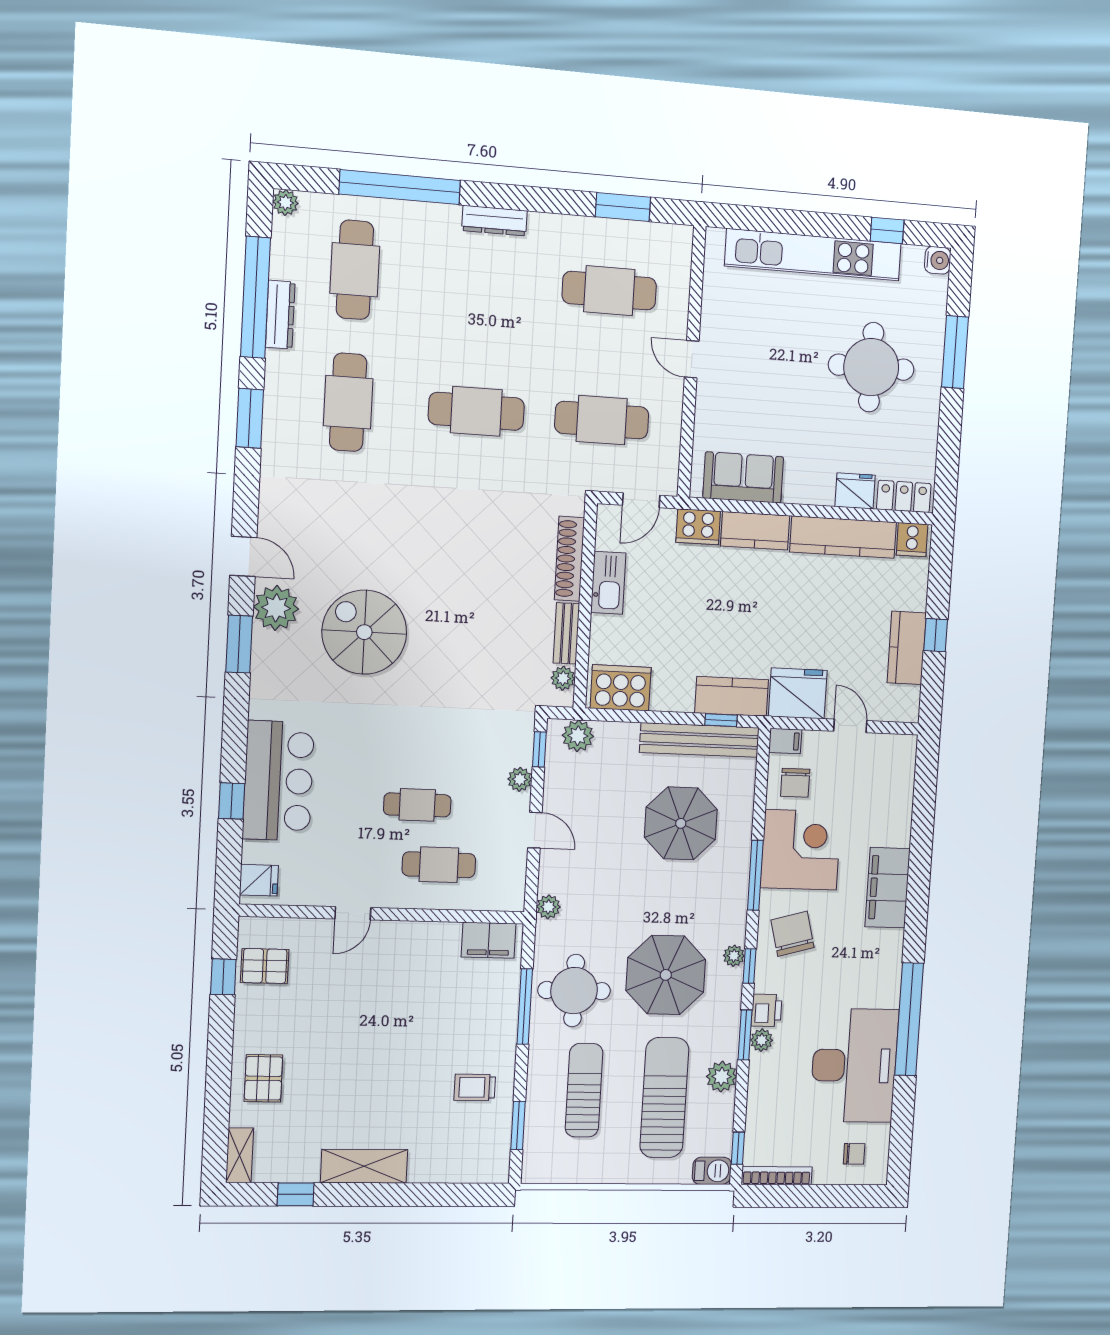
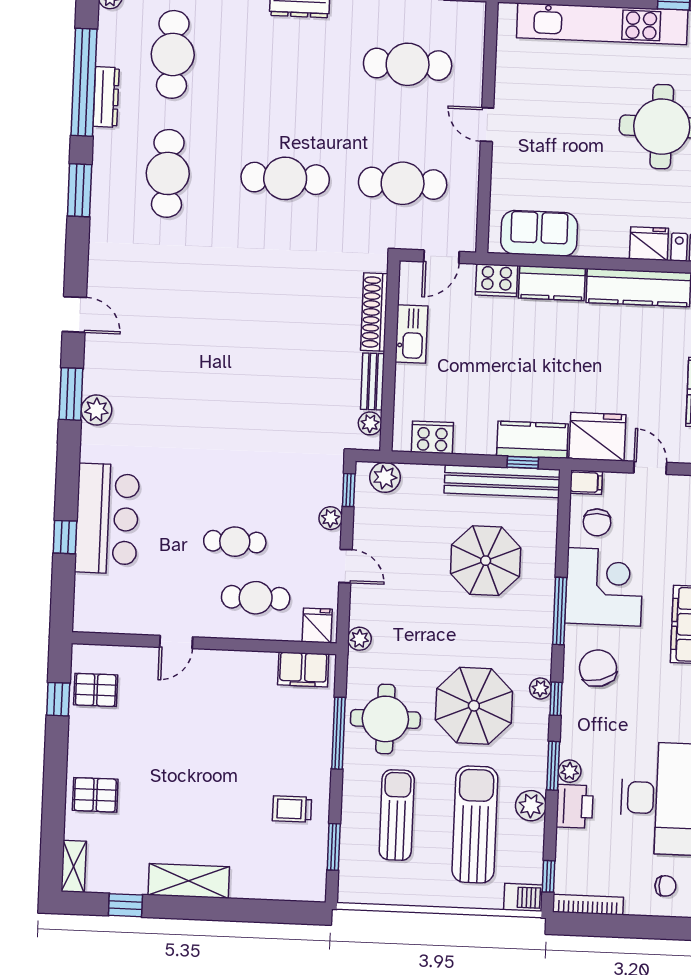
plant: (276, 608) -> (96, 410), moved, width x0.73, depth x0.73
spiral stairs: (364, 632) -> (184, 382), removed
cooker: (621, 688) -> (432, 437), width x0.73, depth x0.76
fridge: (259, 880) -> (317, 625), moved, turned -90
printer: (767, 1010) -> (575, 806), moved, width x1.36, depth x1.24
pallet: (263, 1078) -> (95, 795), turned 90

